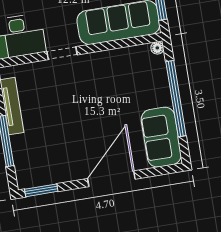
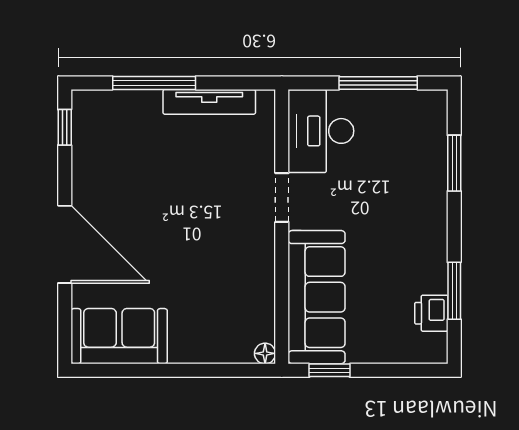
window: (176, 99) -> (178, 370), removed
window: (41, 190) -> (65, 127), width x0.67

